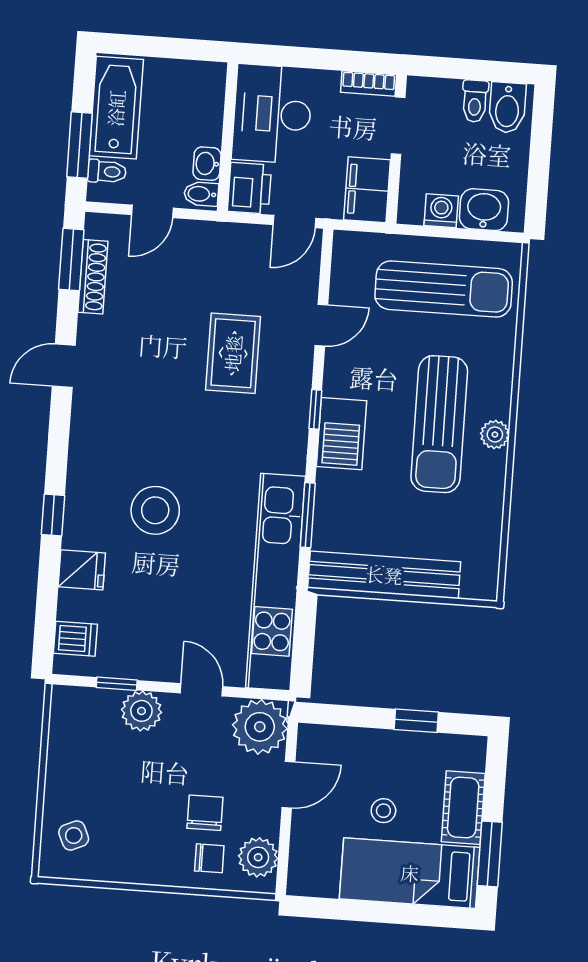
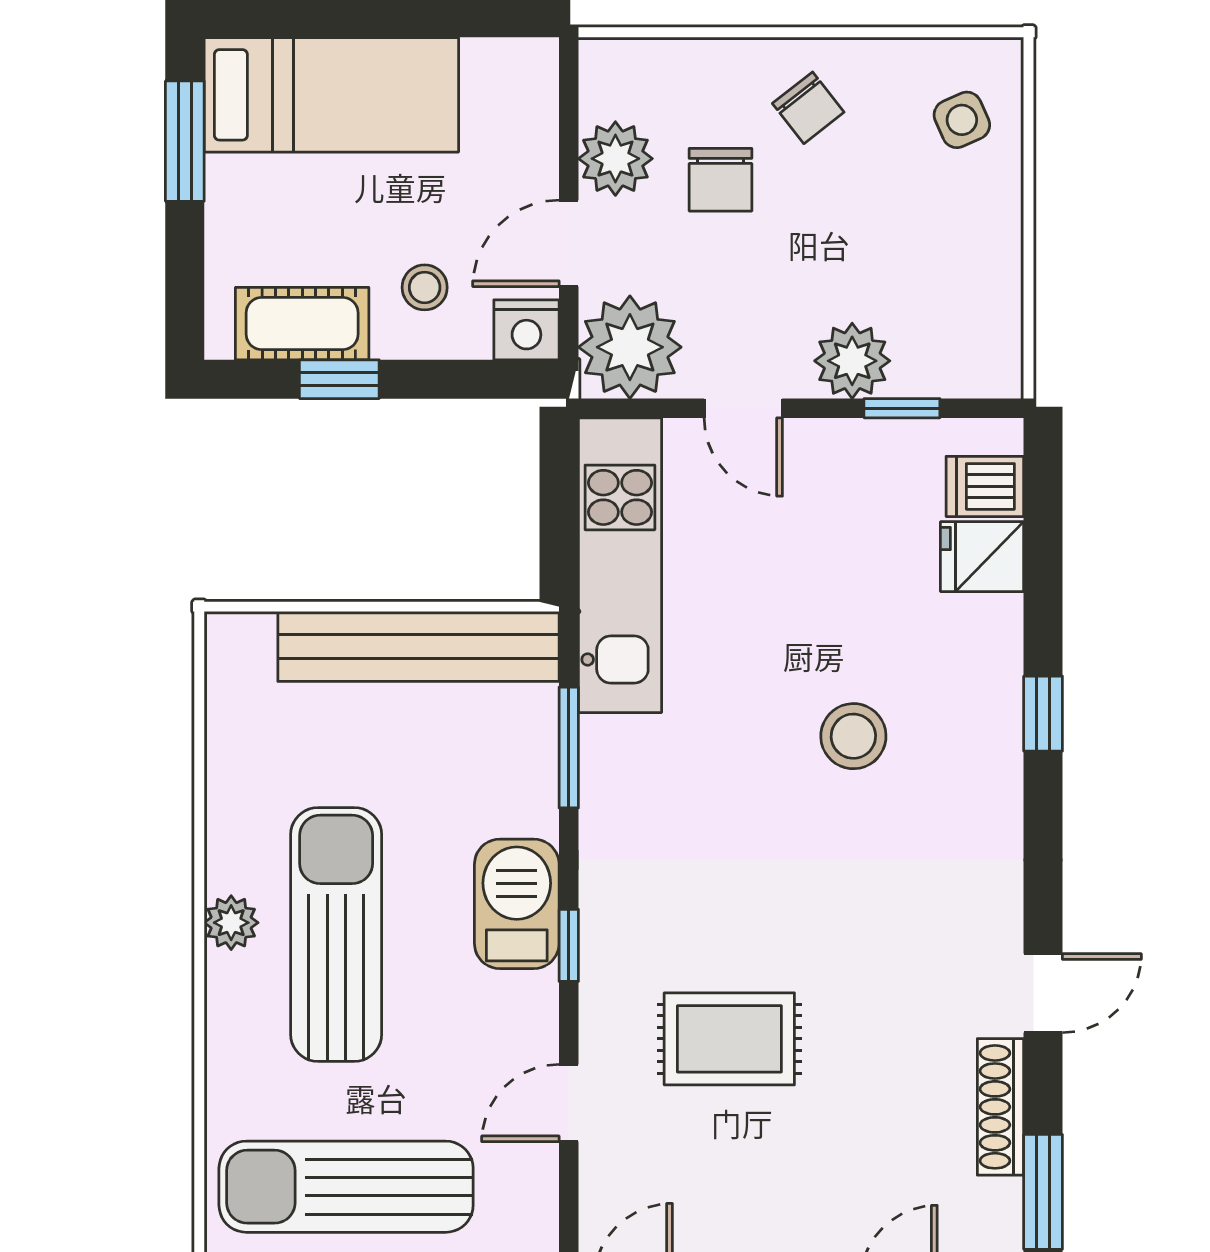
shoe rack: (93, 277) -> (1001, 1107), moved
rug: (233, 353) -> (729, 1039), turned 90
stool: (155, 510) -> (853, 736), width x0.73, depth x0.73
fridge: (82, 570) -> (982, 557), moved
kitchen unit: (275, 582) -> (620, 565), width x0.73
nightstand: (314, 740) -> (526, 330), added
cot: (463, 808) -> (302, 324), moved, turned 90
stool: (383, 811) -> (425, 287), moved
plant: (258, 857) -> (615, 159), moved
chair: (209, 858) -> (808, 108), moved, turned -128

